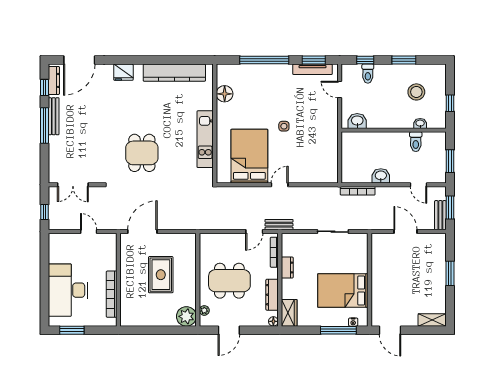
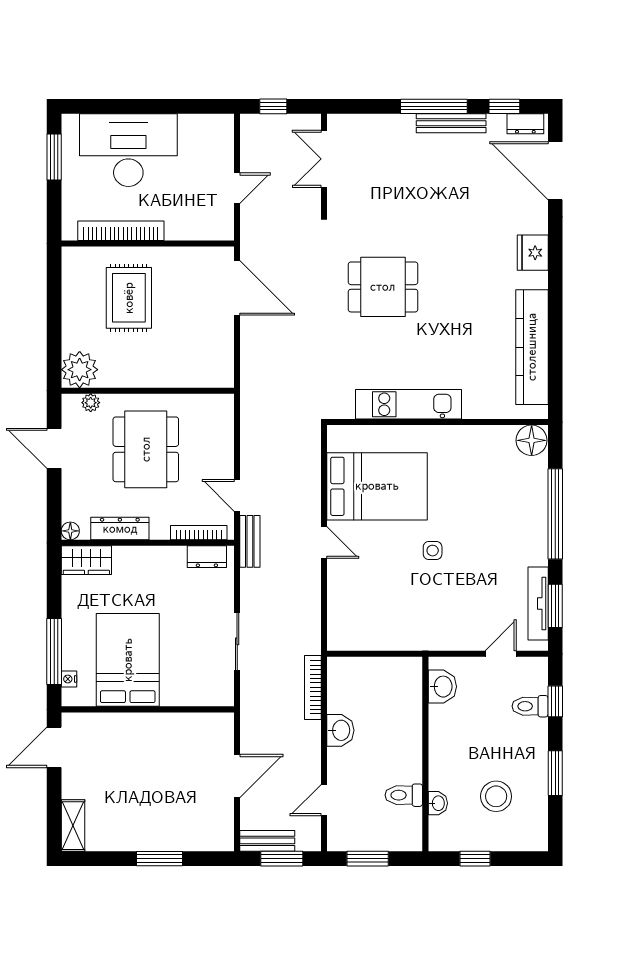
dresser: (54, 80) -> (525, 124), width x0.70
floor lamp: (225, 94) -> (532, 440), moved
dresser: (287, 268) -> (207, 557), moved
rug: (161, 275) -> (129, 298), moved, turned 90

